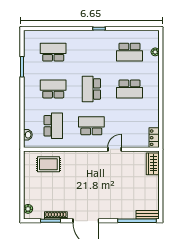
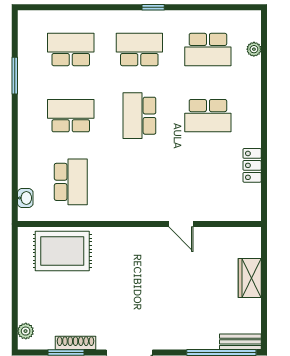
school desk: (91, 126) -> (139, 49), moved
locker: (154, 138) -> (252, 165), moved
door: (115, 149) -> (181, 224), swing flipped
rug: (48, 164) -> (62, 251), width x1.36, depth x1.43
wardrobe: (153, 164) -> (250, 278), moved

